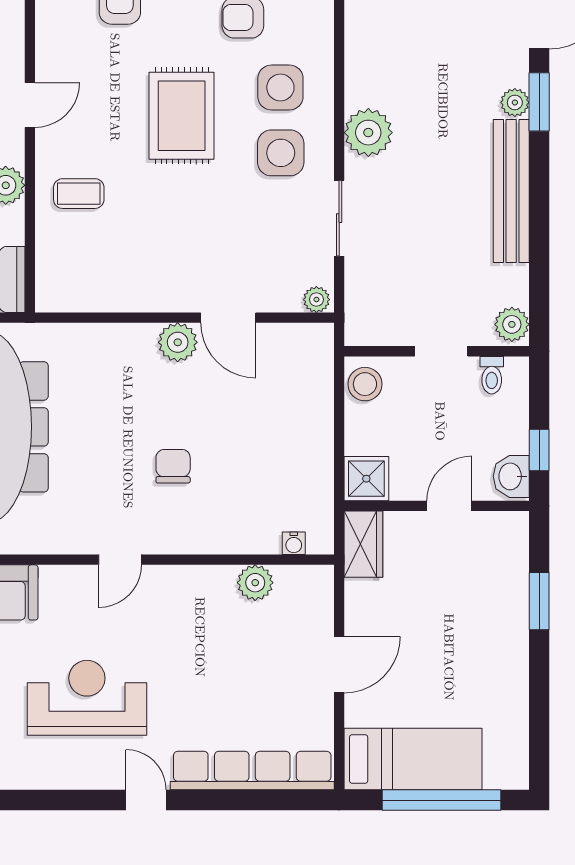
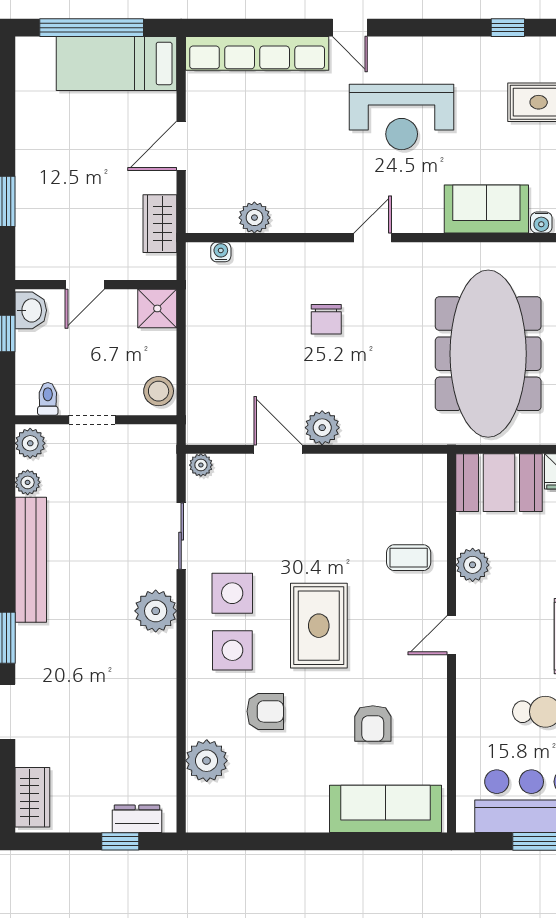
plant: (515, 102) -> (28, 482), moved
wardrobe: (363, 544) -> (160, 224), moved

